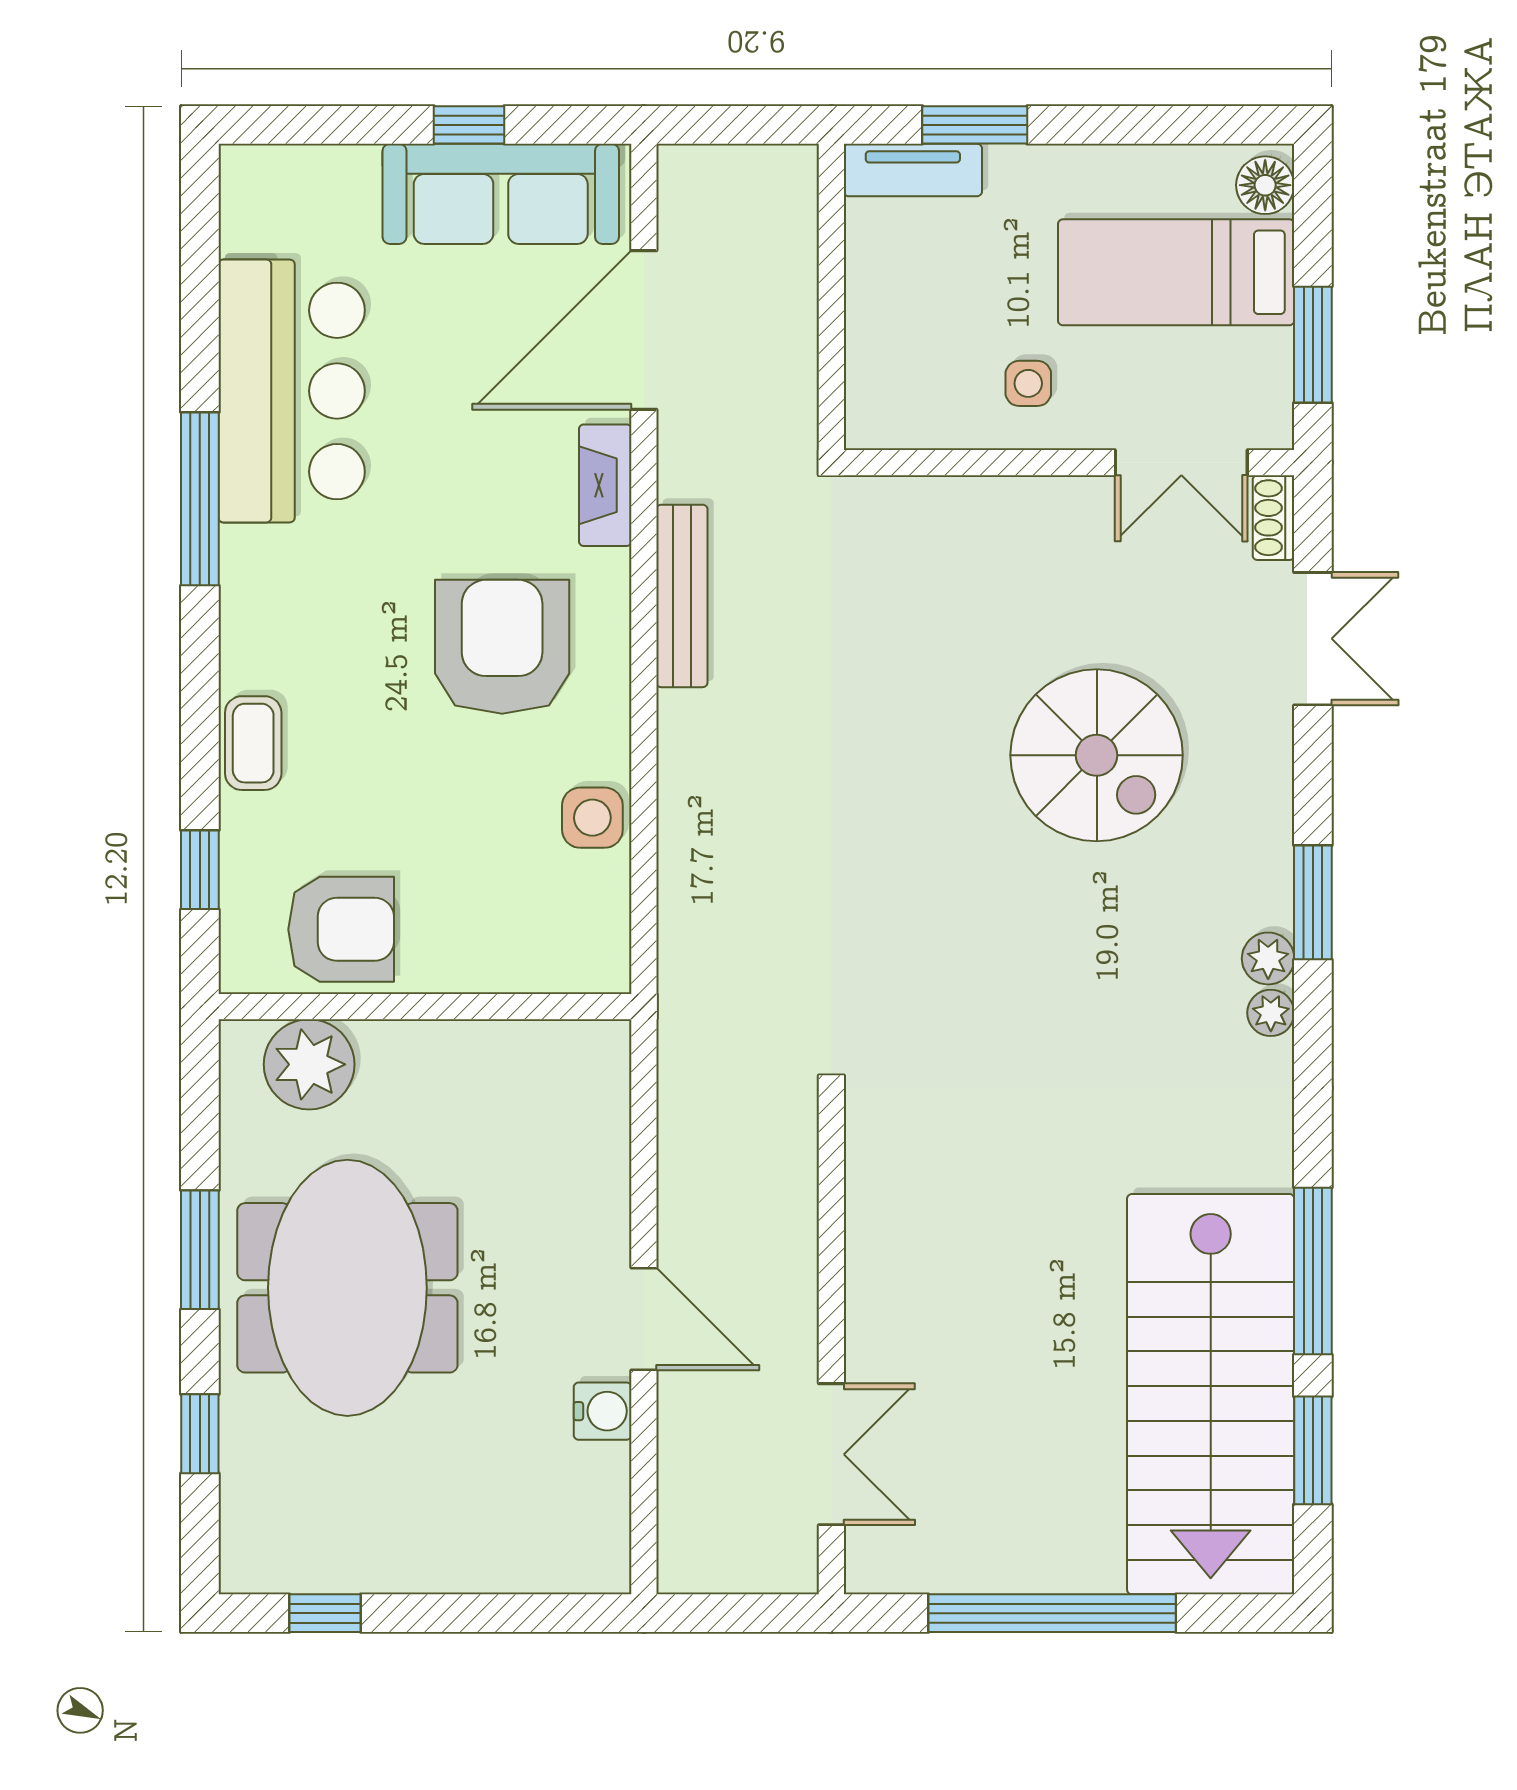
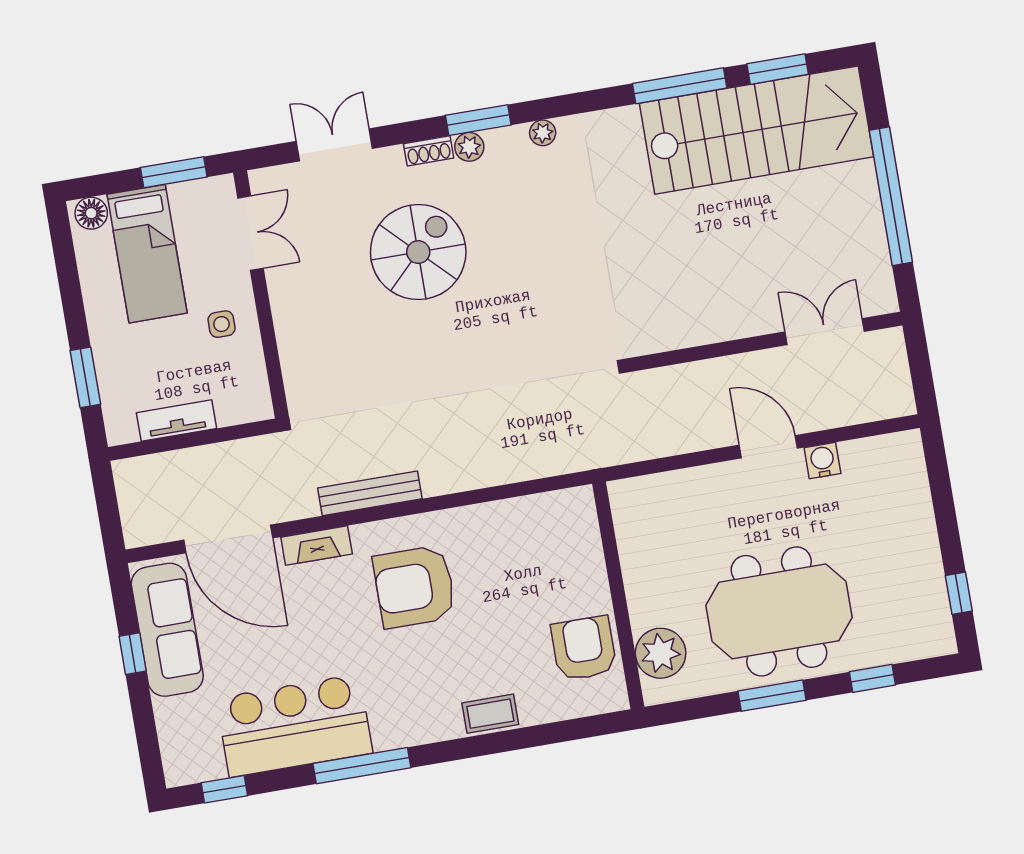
tv unit: (913, 170) -> (177, 421), moved, turned -90
shoe rack: (1273, 518) -> (429, 151), moved
side table: (592, 818) -> (499, 522), removed
window: (200, 870) -> (224, 789), moved
plant: (1268, 958) -> (469, 147), moved
door: (644, 1319) -> (768, 447), hinge flipped

